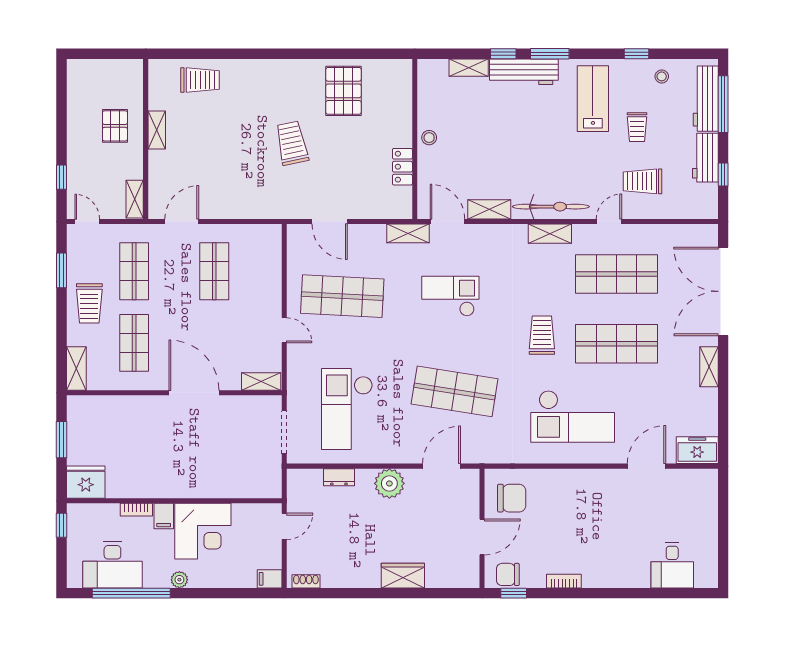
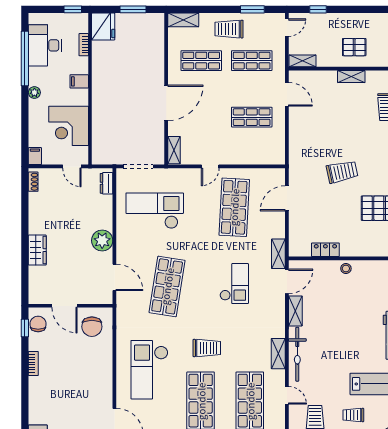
dresser: (339, 477) -> (107, 183), moved
bookcase: (136, 510) -> (84, 45), moved
corner desk: (203, 531) -> (69, 126), moved

